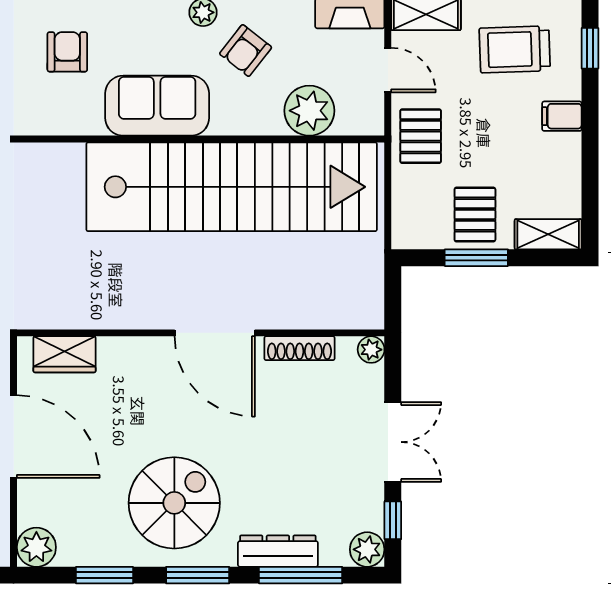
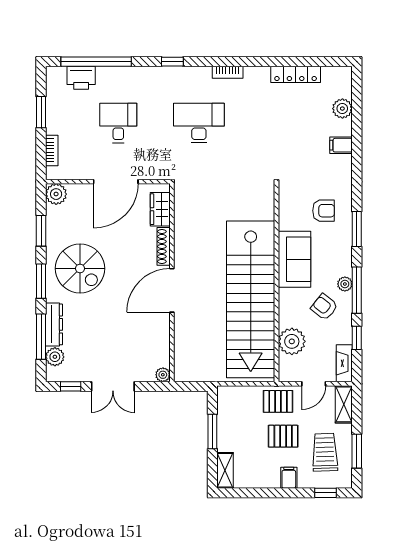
pallet: (475, 215) -> (283, 436), moved
shoe rack: (300, 348) -> (164, 246), moved
plant: (367, 549) -> (55, 357), moved

